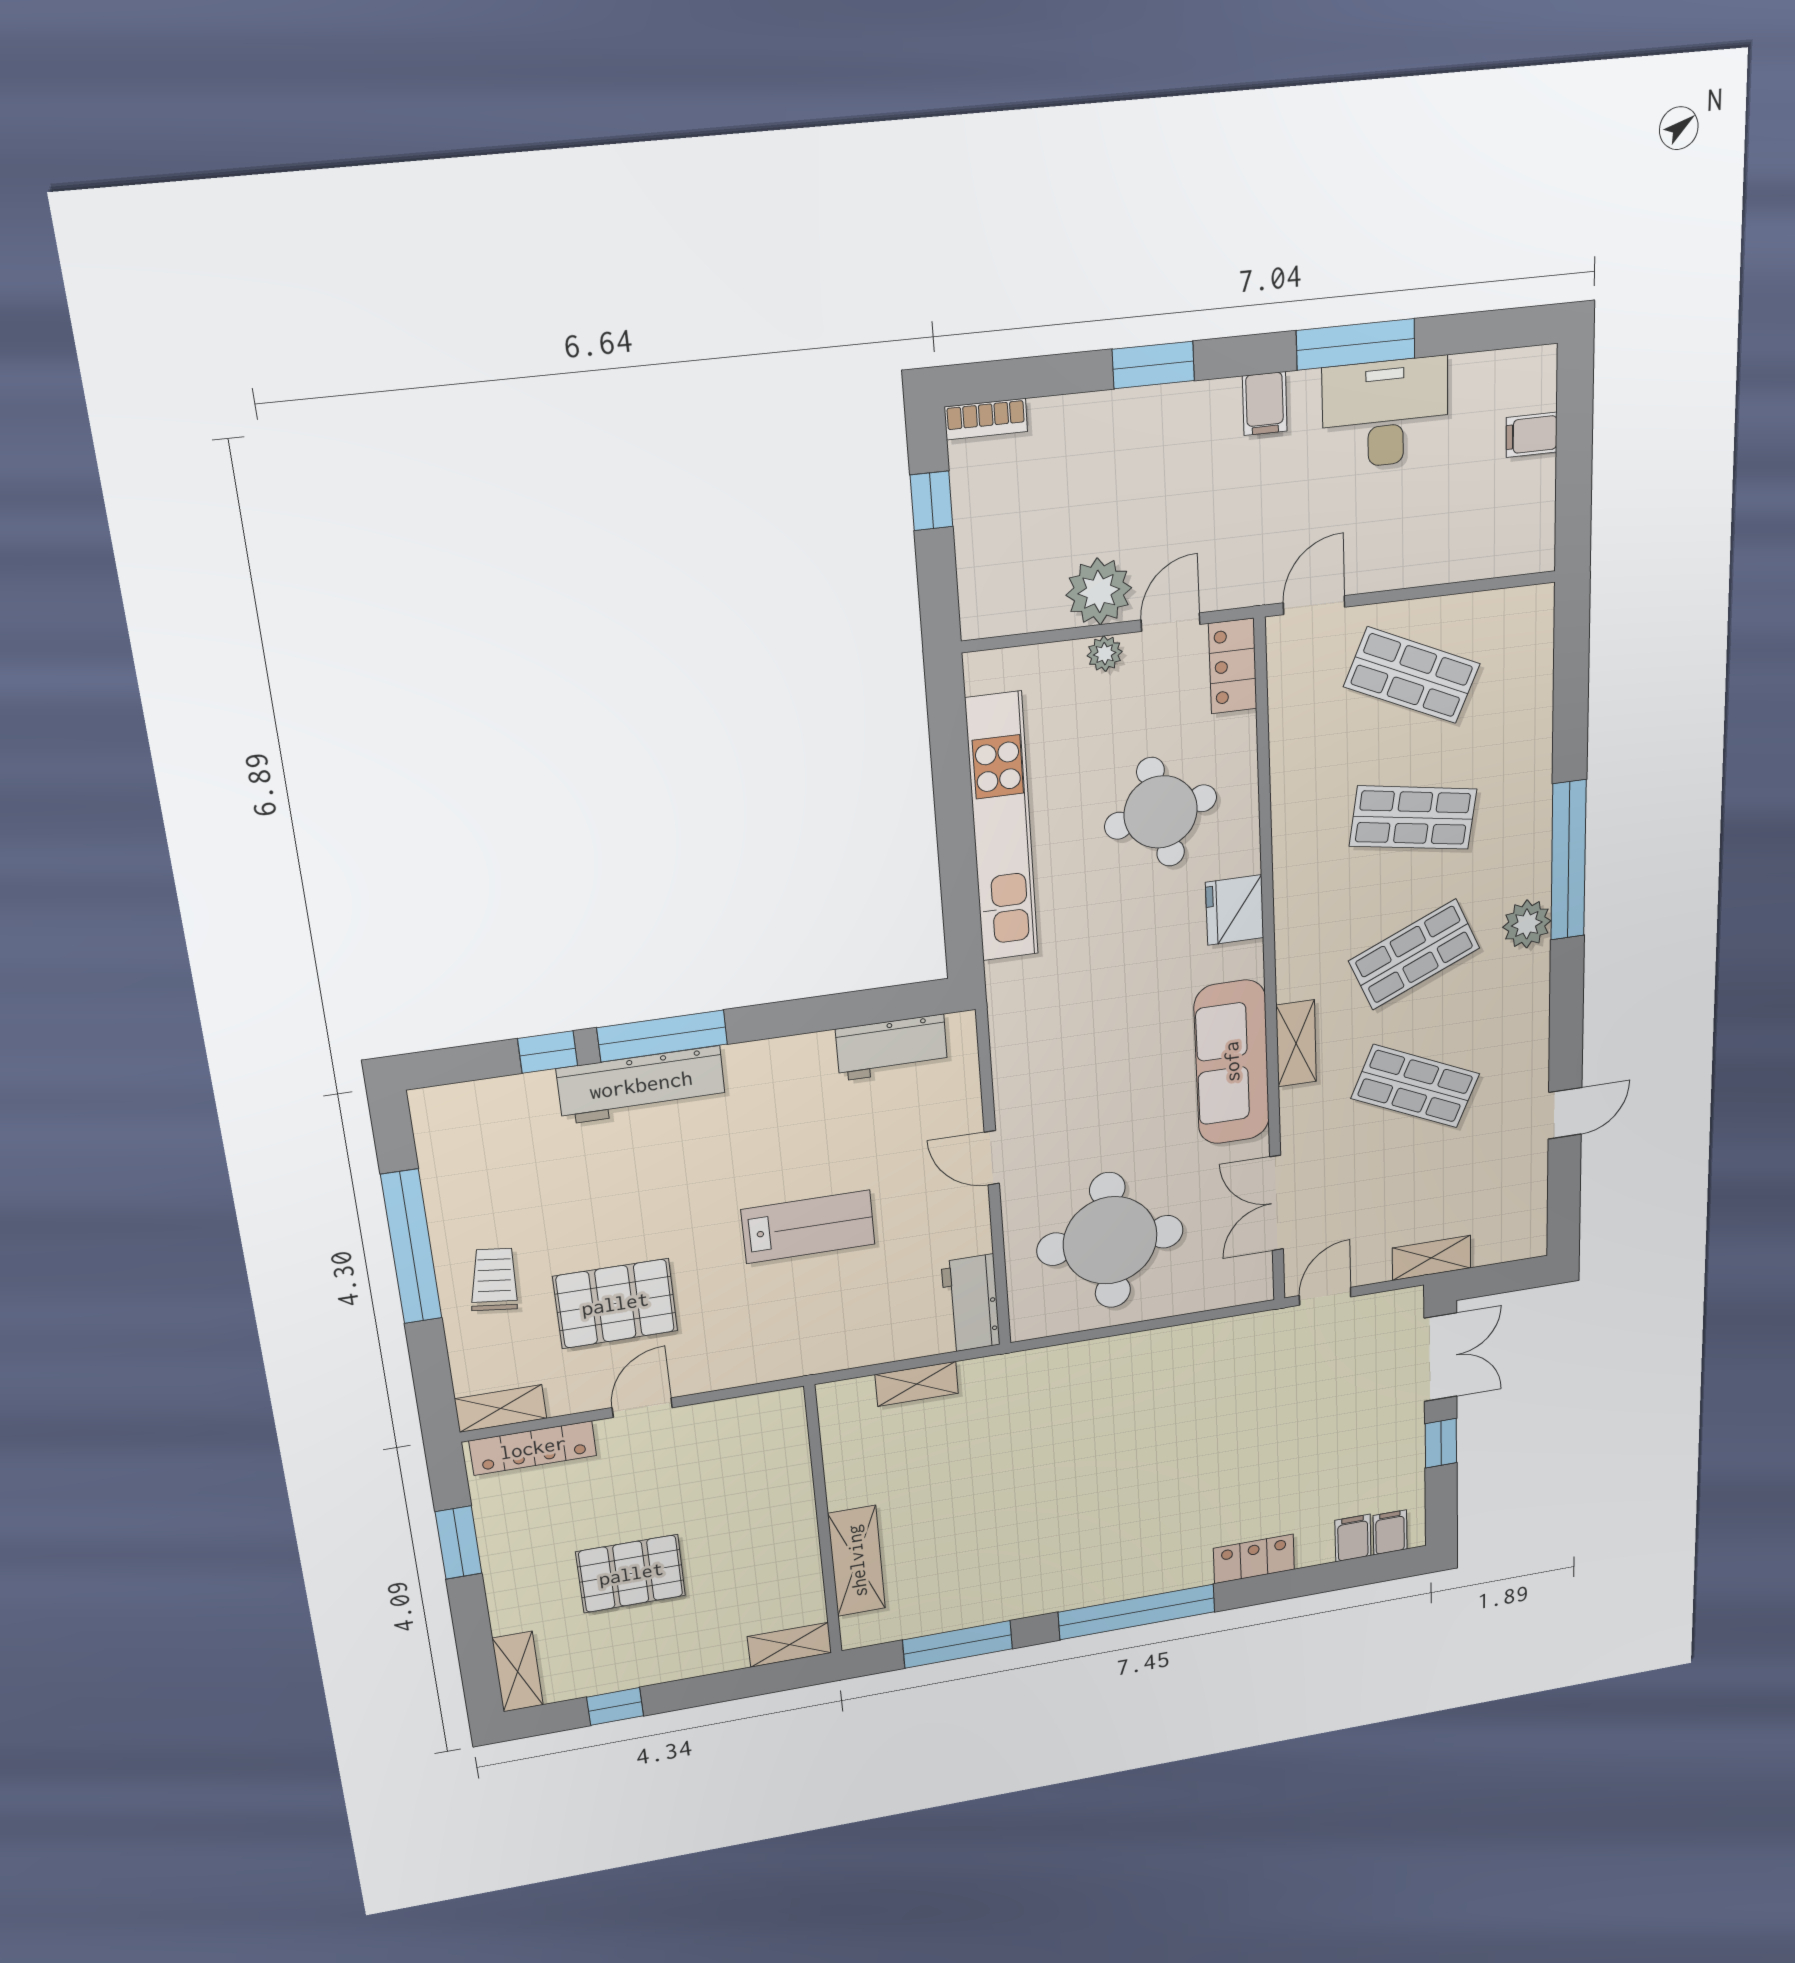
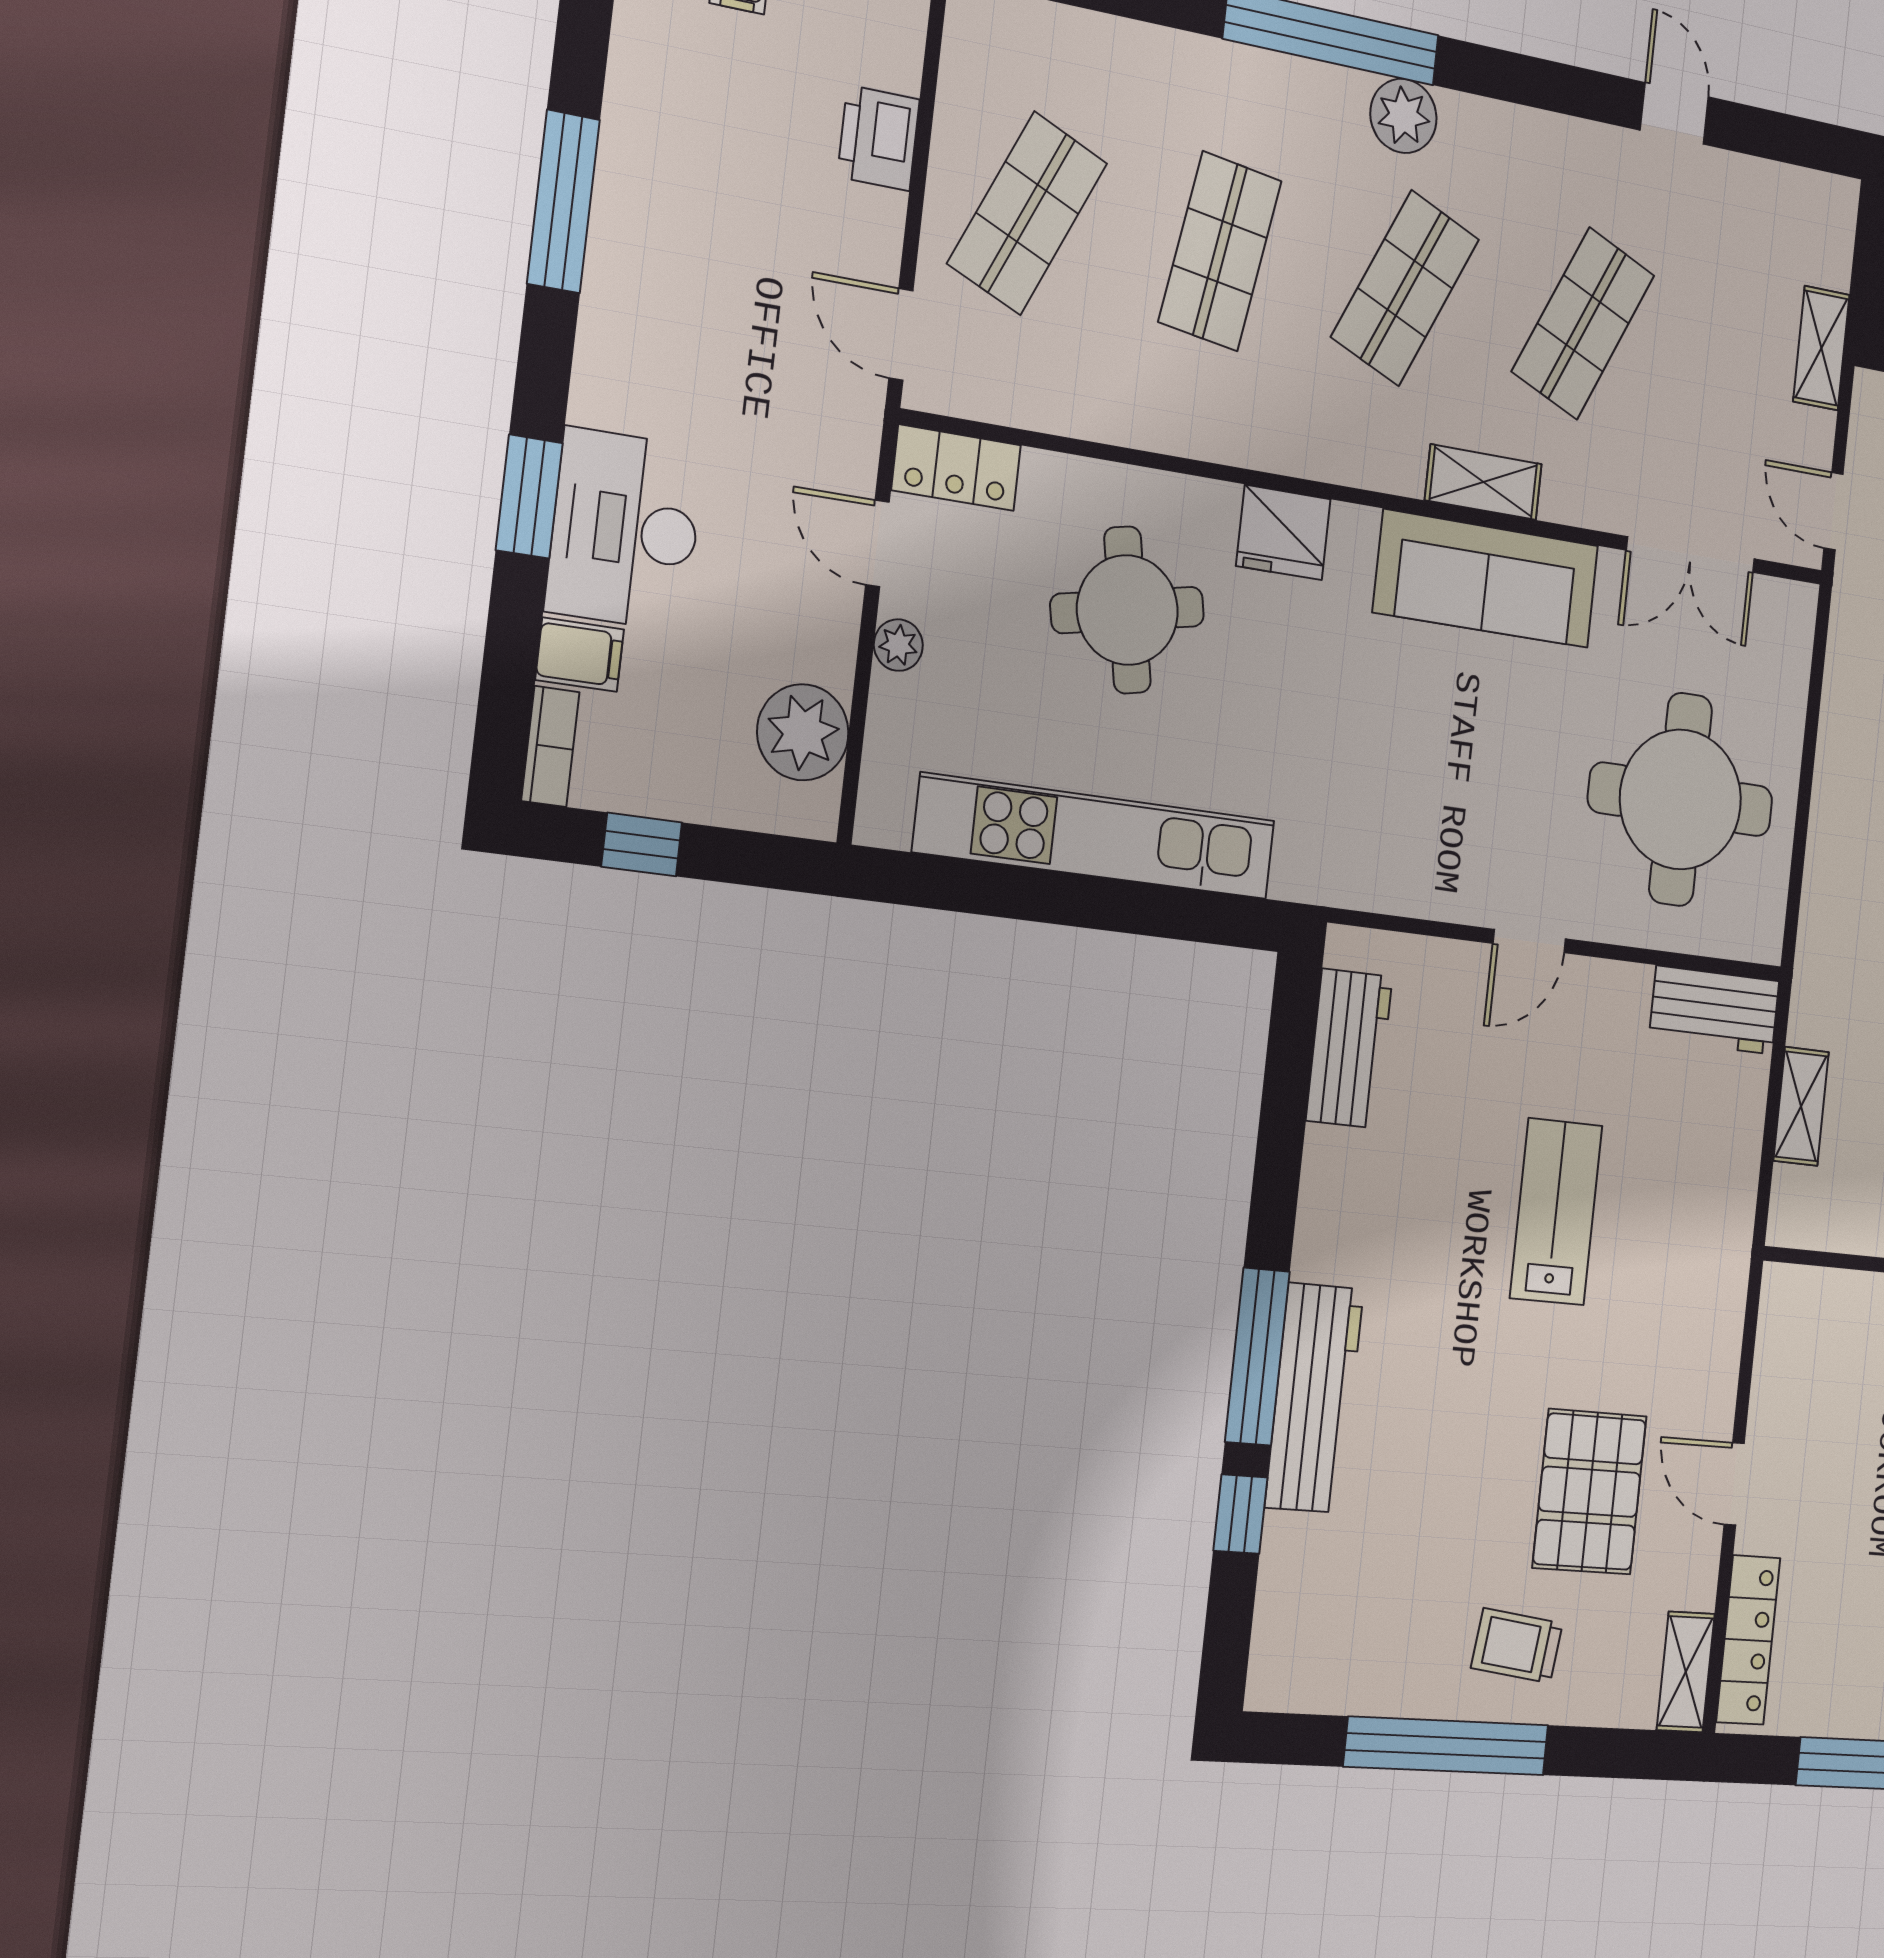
filing cabinet: (1265, 404) -> (580, 655), moved
desk: (1385, 413) -> (625, 529), moved
printer: (1441, 558) -> (878, 138), added
plant: (1099, 591) -> (803, 732), moved
shop shelf: (1414, 954) -> (1405, 288), turned 48

